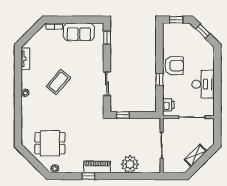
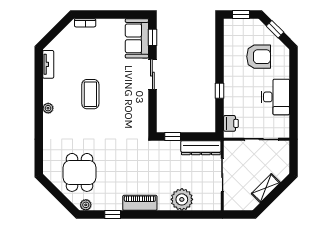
sofa: (79, 32) -> (137, 38), moved, turned 90
armchair: (174, 66) -> (259, 57), moved
coffee table: (58, 82) -> (90, 94), turned -40
sliding door: (107, 84) -> (152, 74), moved
dresser: (145, 124) -> (201, 148), added
dining table: (50, 143) -> (79, 172), turned 90
window: (88, 176) -> (113, 215), moved

